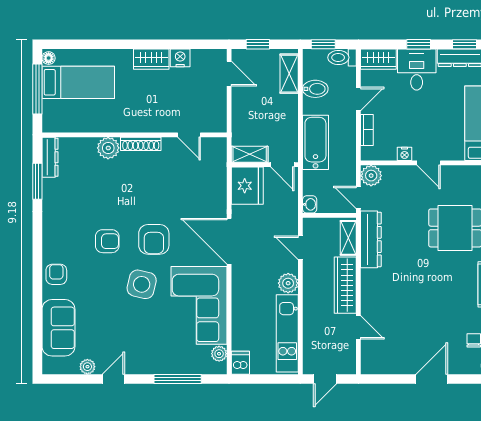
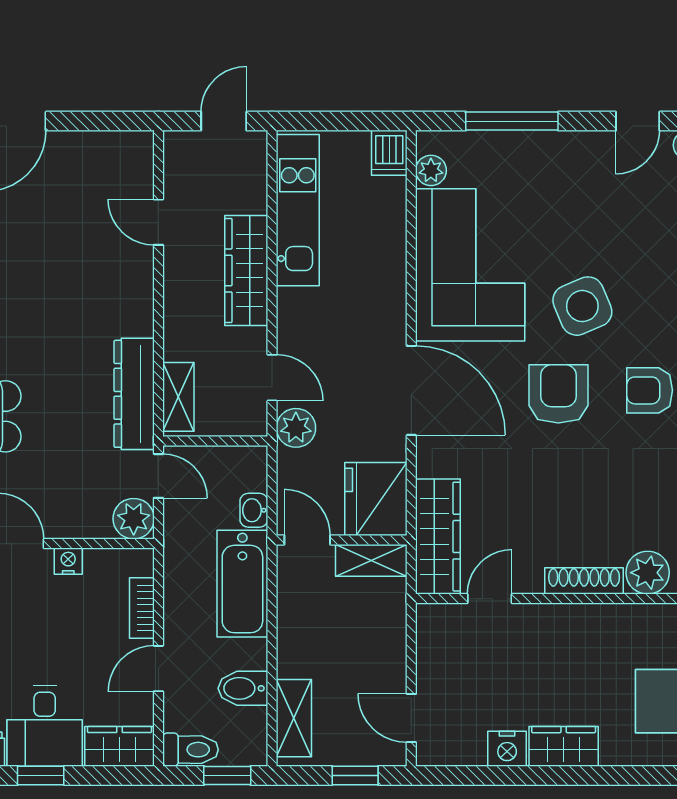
door: (189, 135) -> (490, 599), hinge flipped
wardrobe: (215, 166) -> (438, 537), added
washbasin: (310, 204) -> (254, 510), moved
plant: (288, 283) -> (296, 428), moved
side table: (142, 284) -> (582, 306), turned -36
wardrobe: (345, 285) -> (246, 270), moved, turned 180

